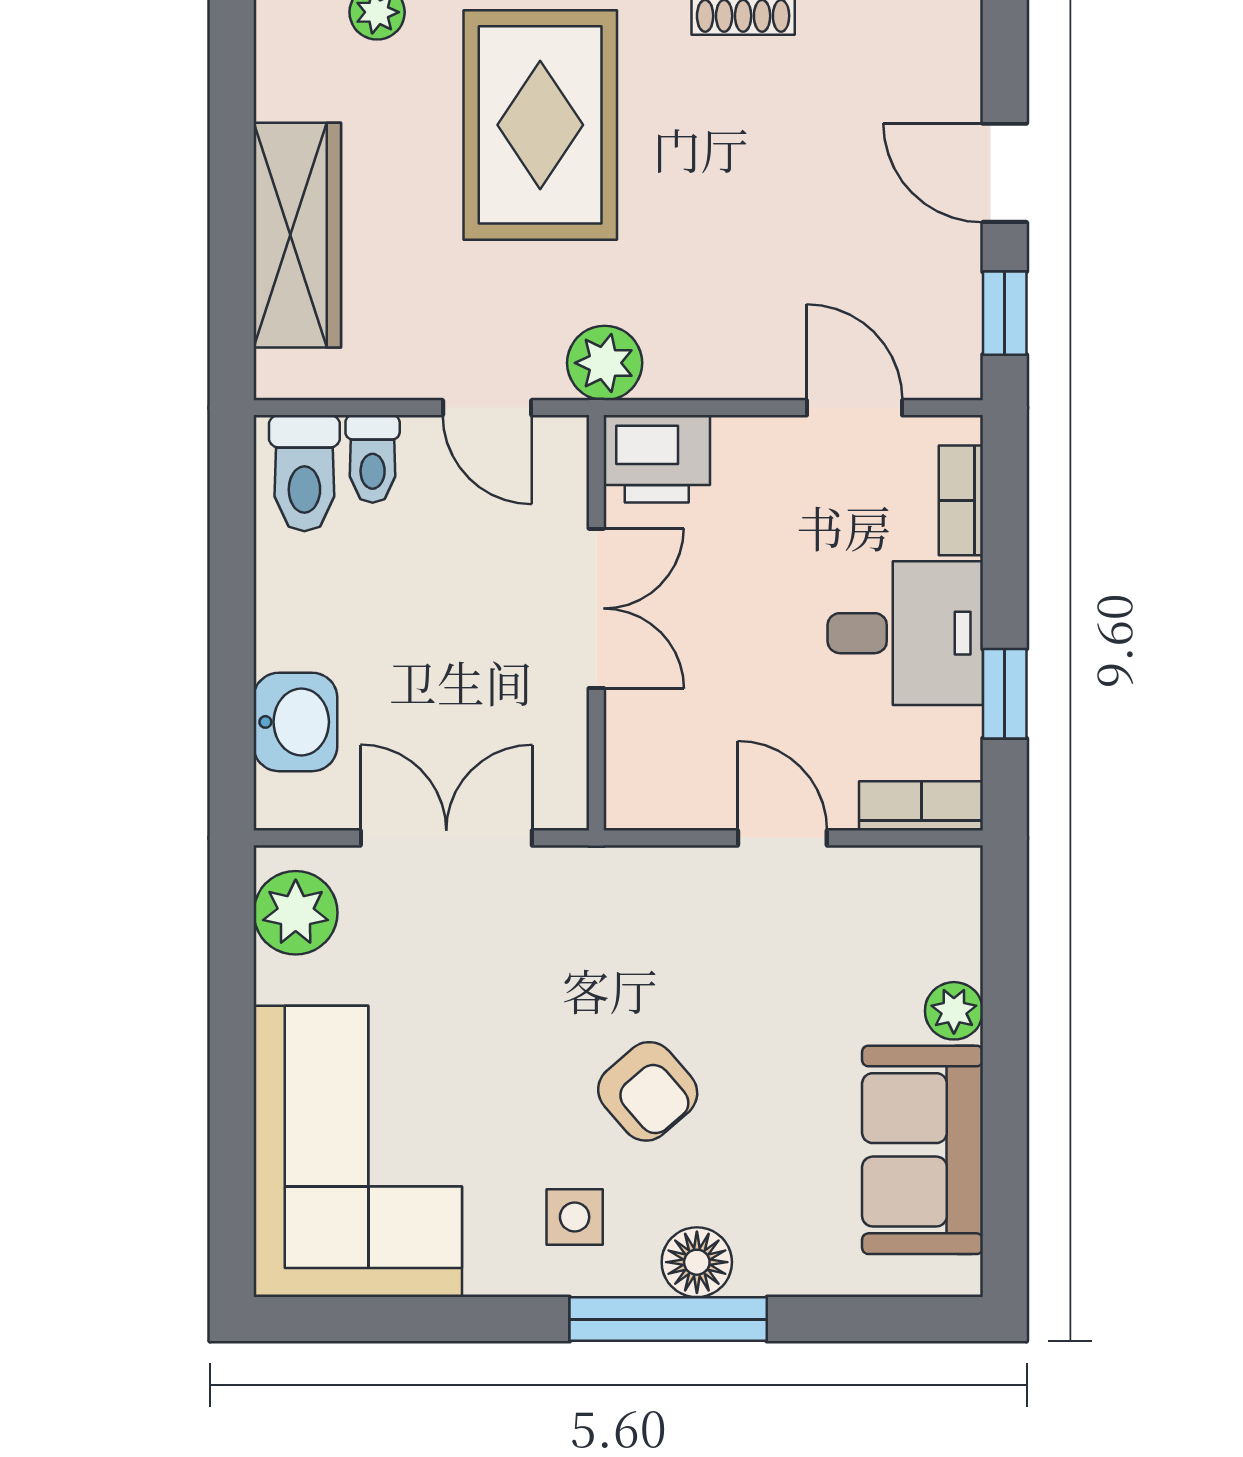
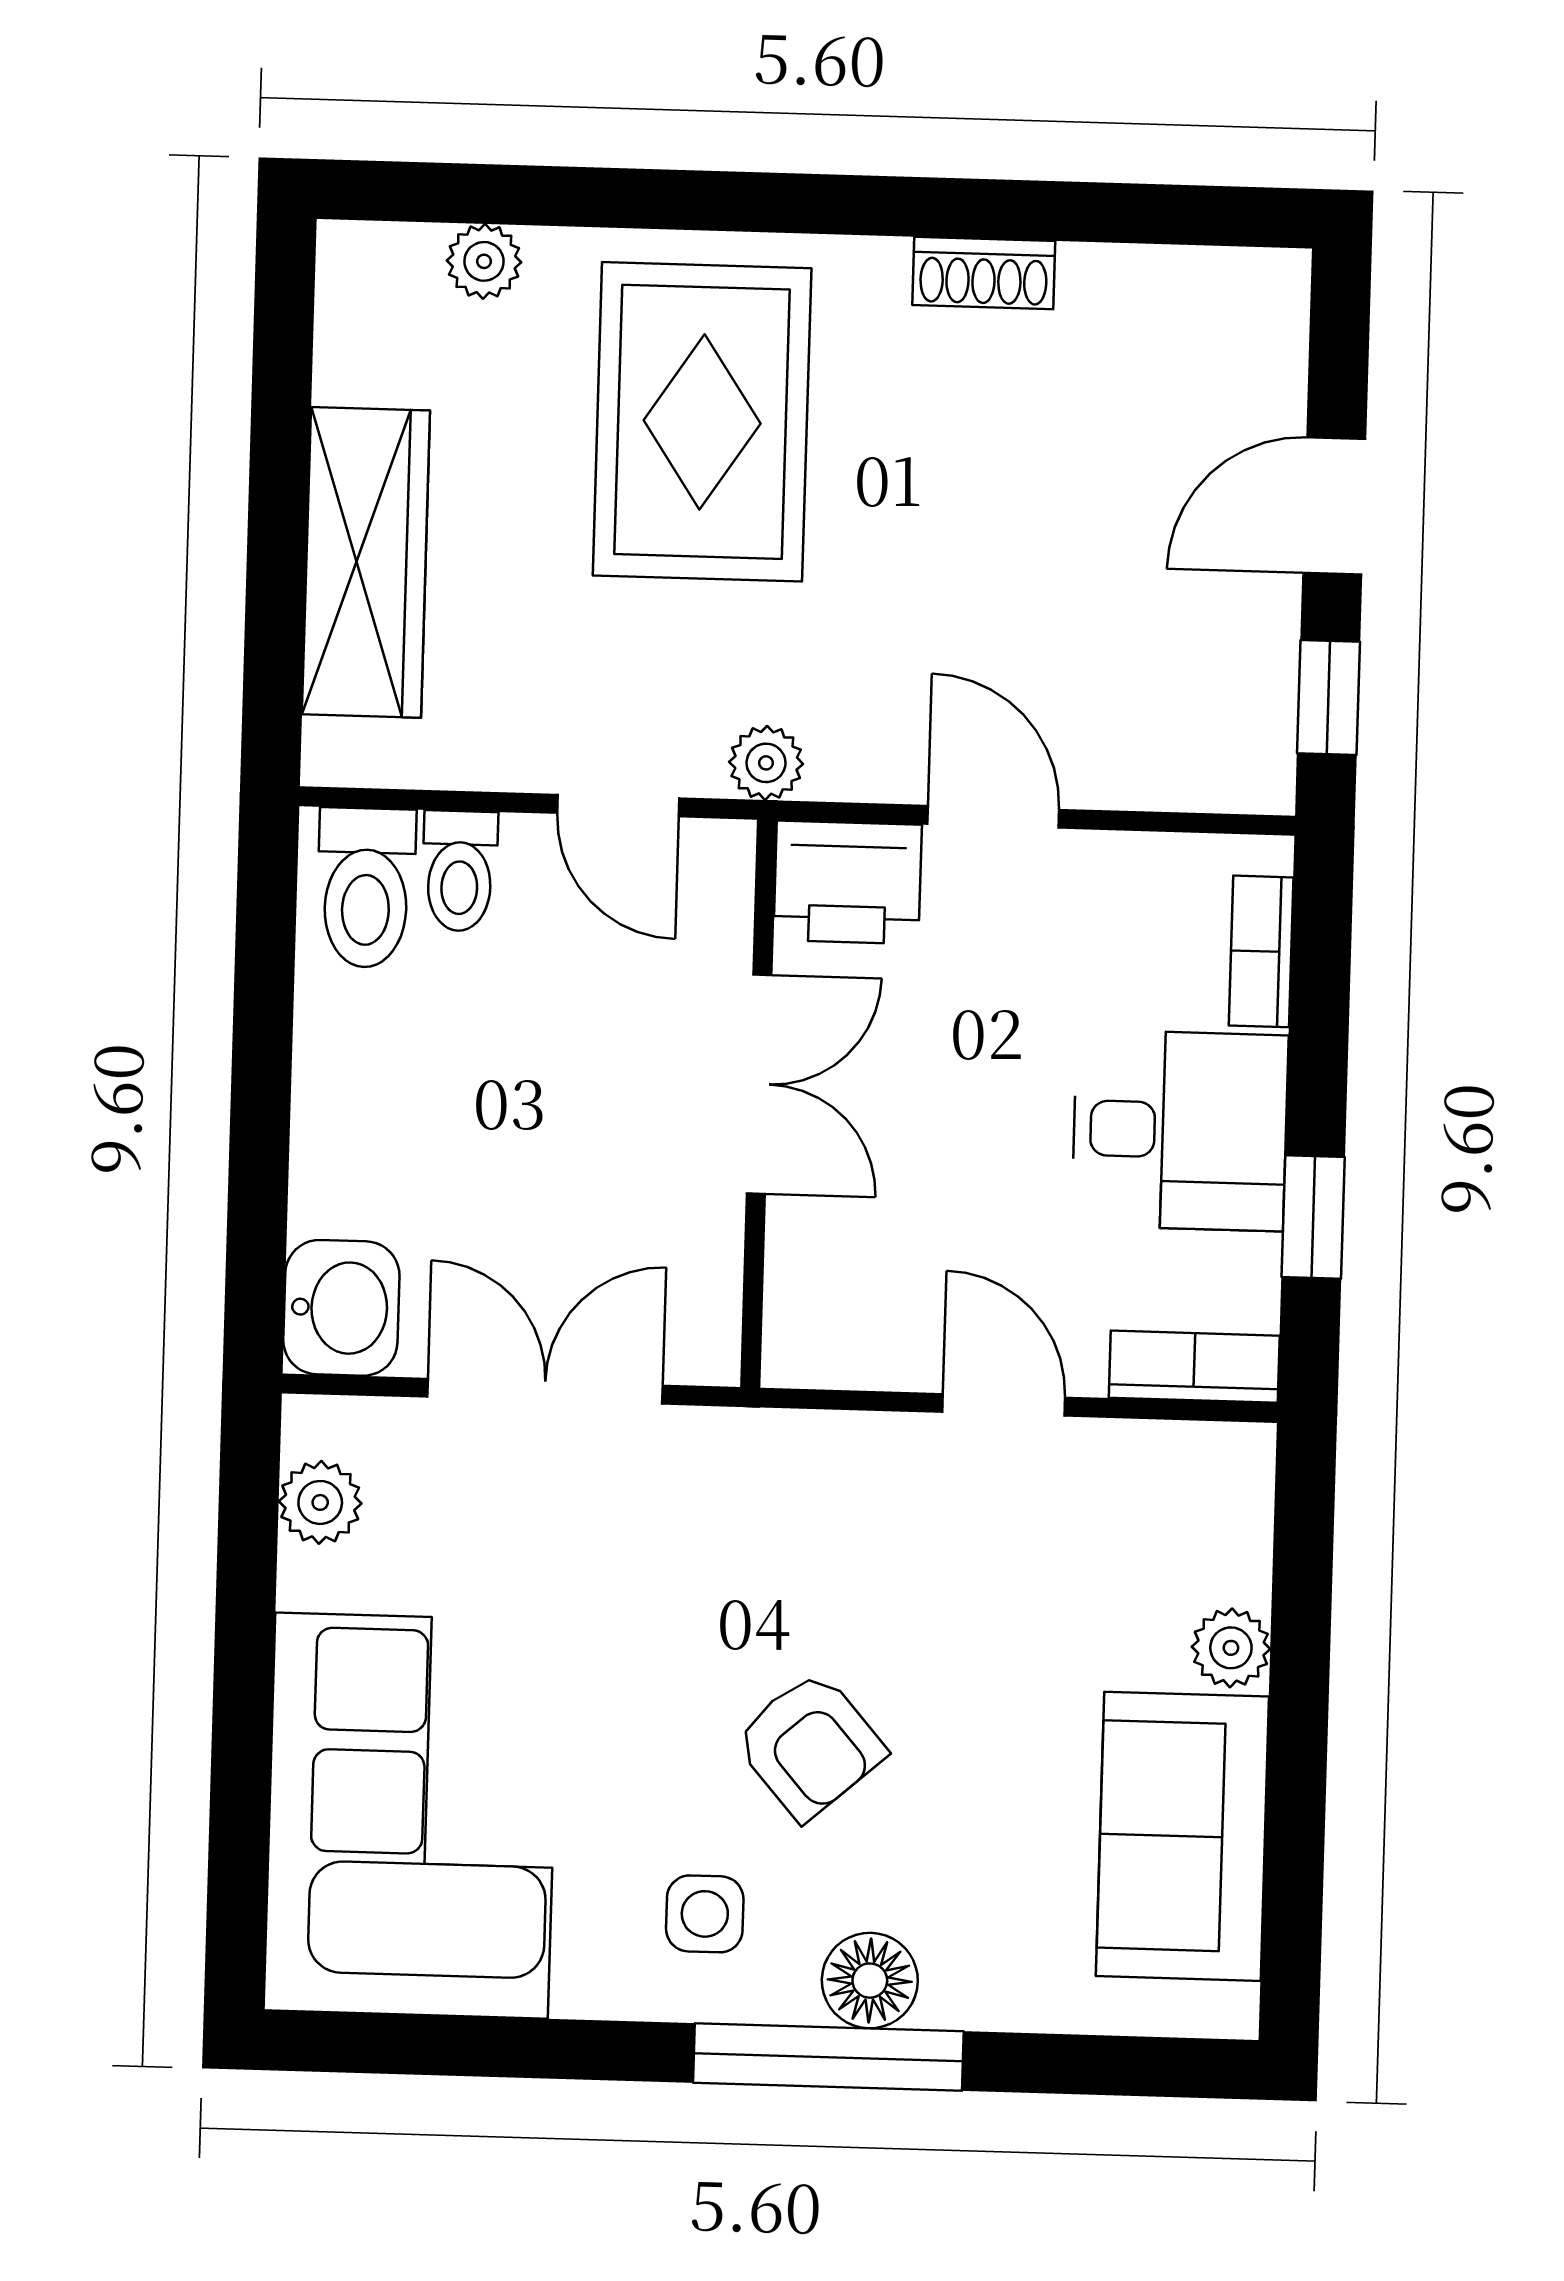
door: (1005, 173) -> (1334, 506), hinge flipped
plant: (605, 363) -> (766, 763), width x0.73, depth x0.73
door: (855, 408) -> (993, 817), moved
washbasin: (295, 722) -> (341, 1308), moved
plant: (296, 913) -> (320, 1502), width x0.73, depth x0.73

